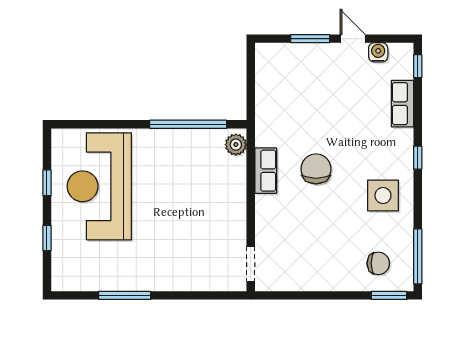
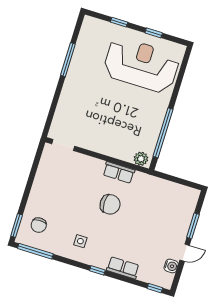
row of seats: (403, 104) -> (123, 268), moved
side table: (383, 196) -> (80, 241), width x0.54, depth x0.54

